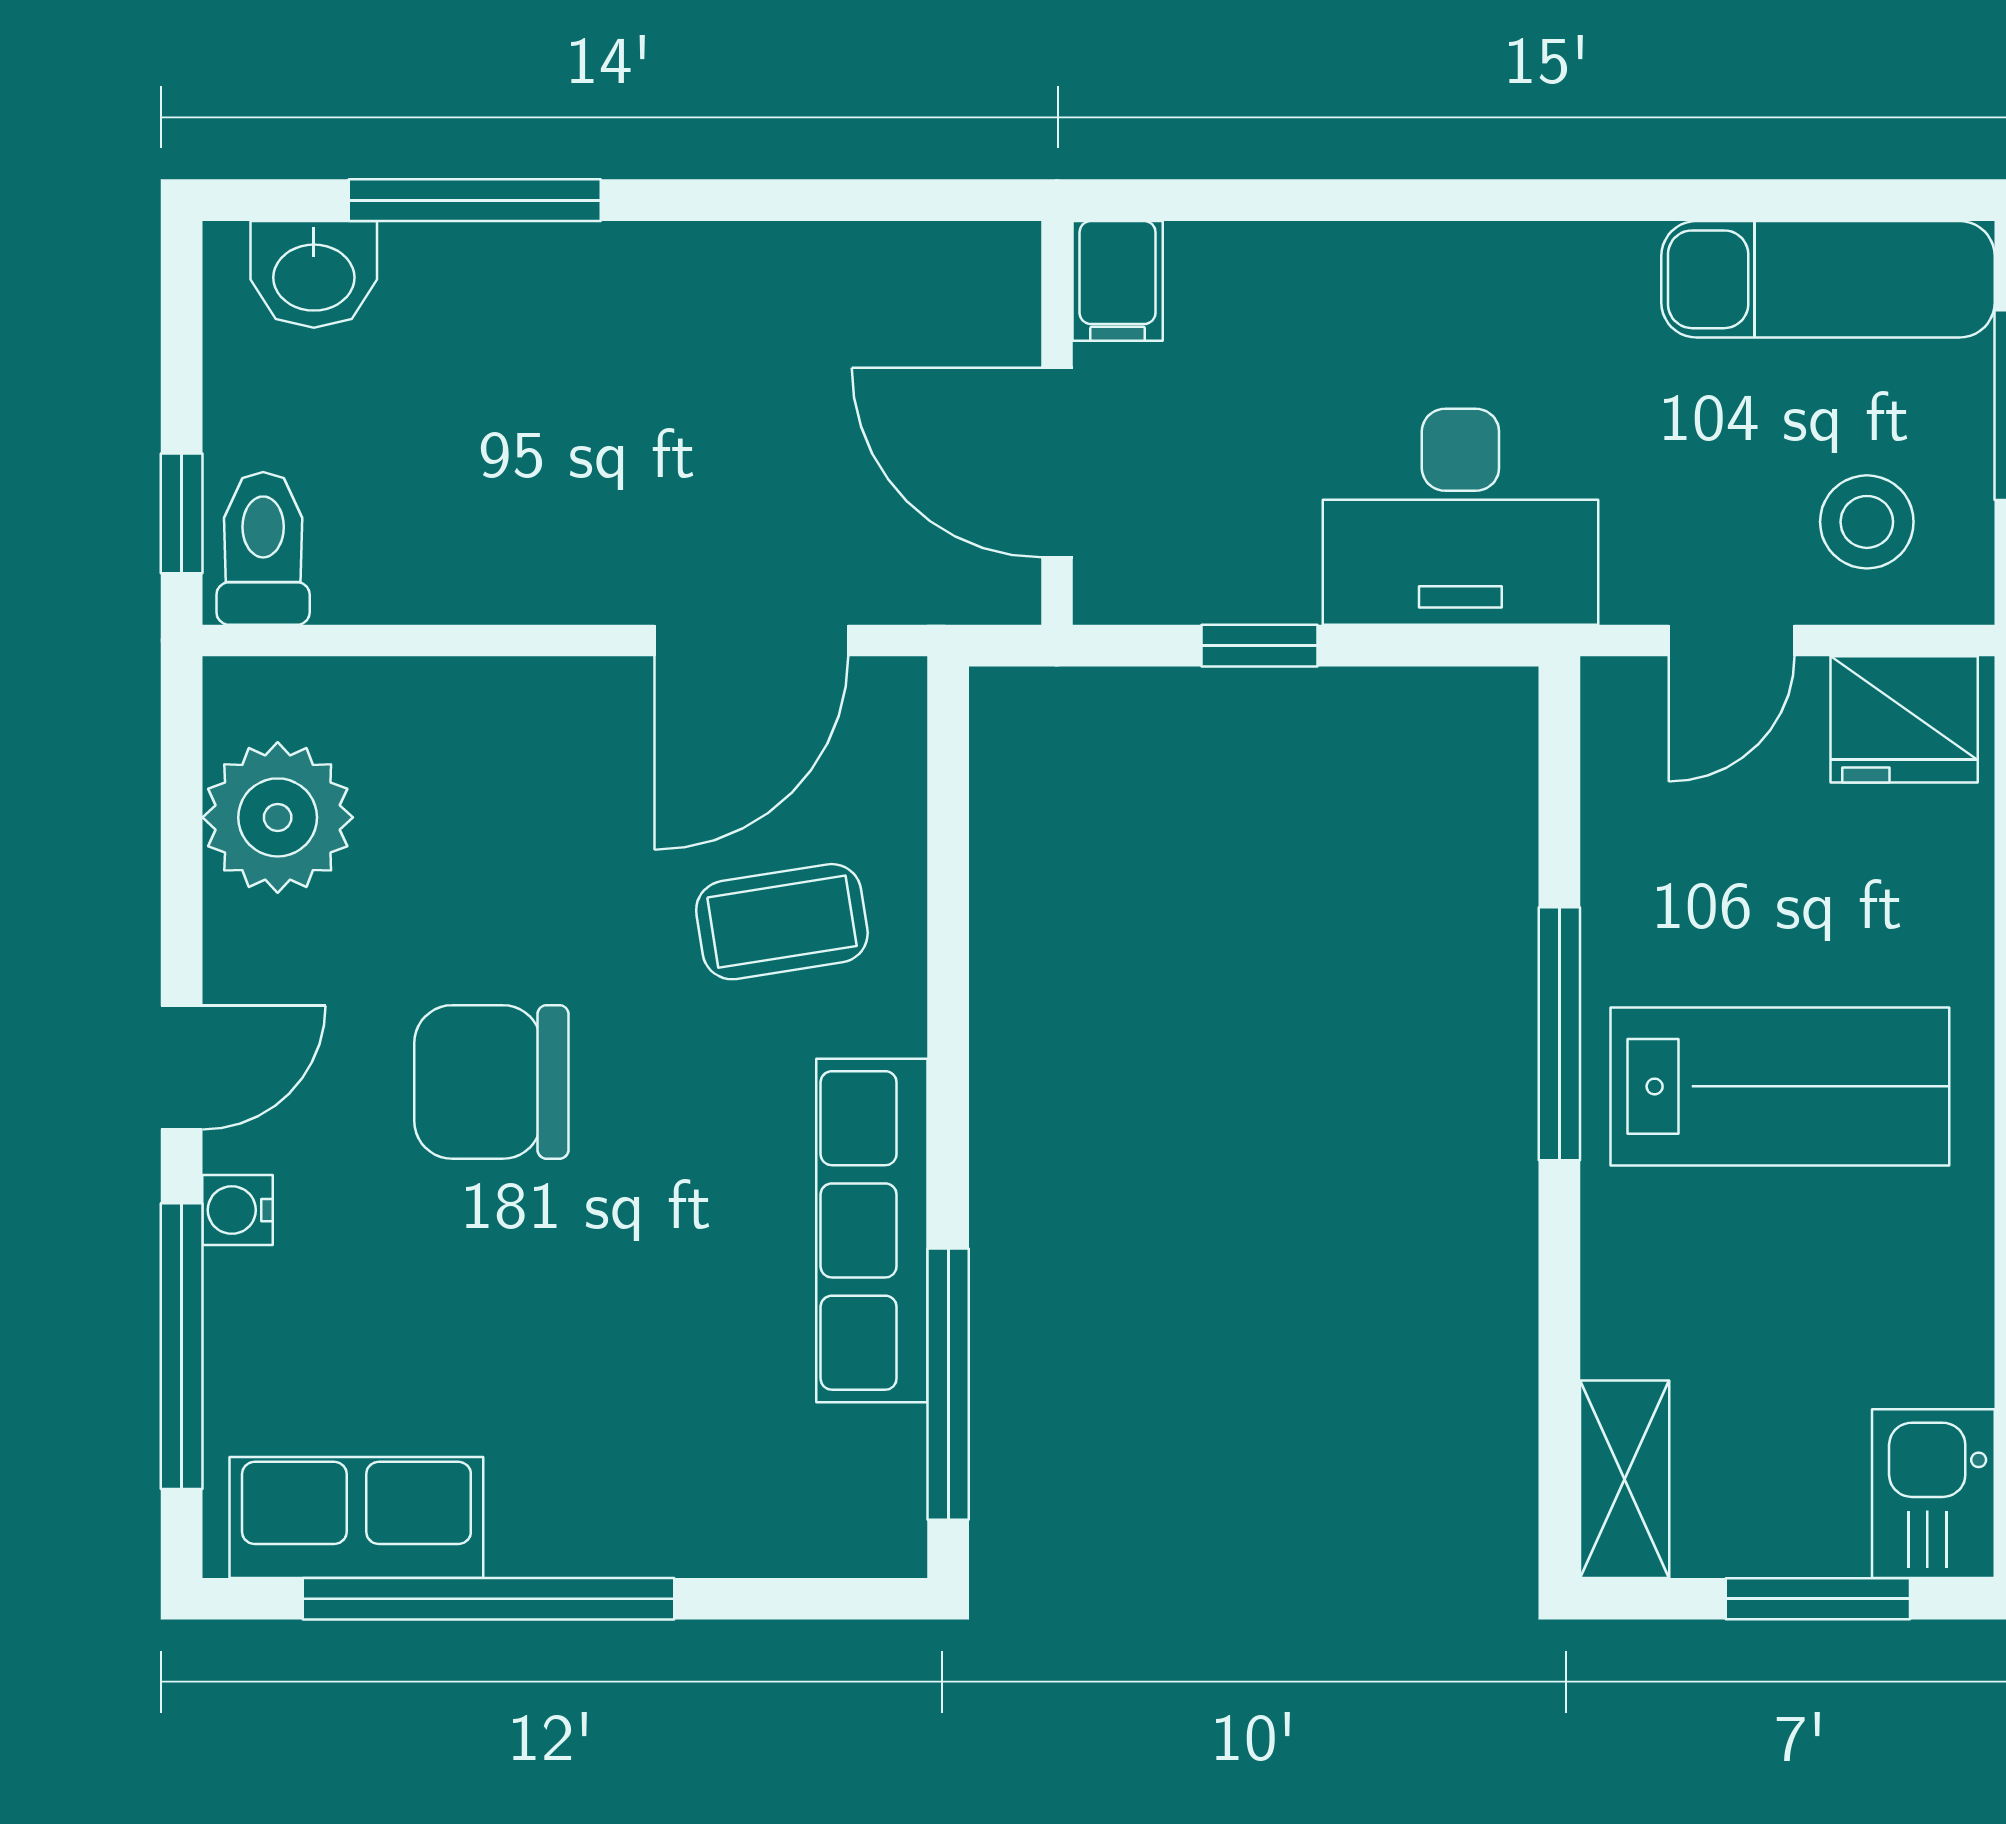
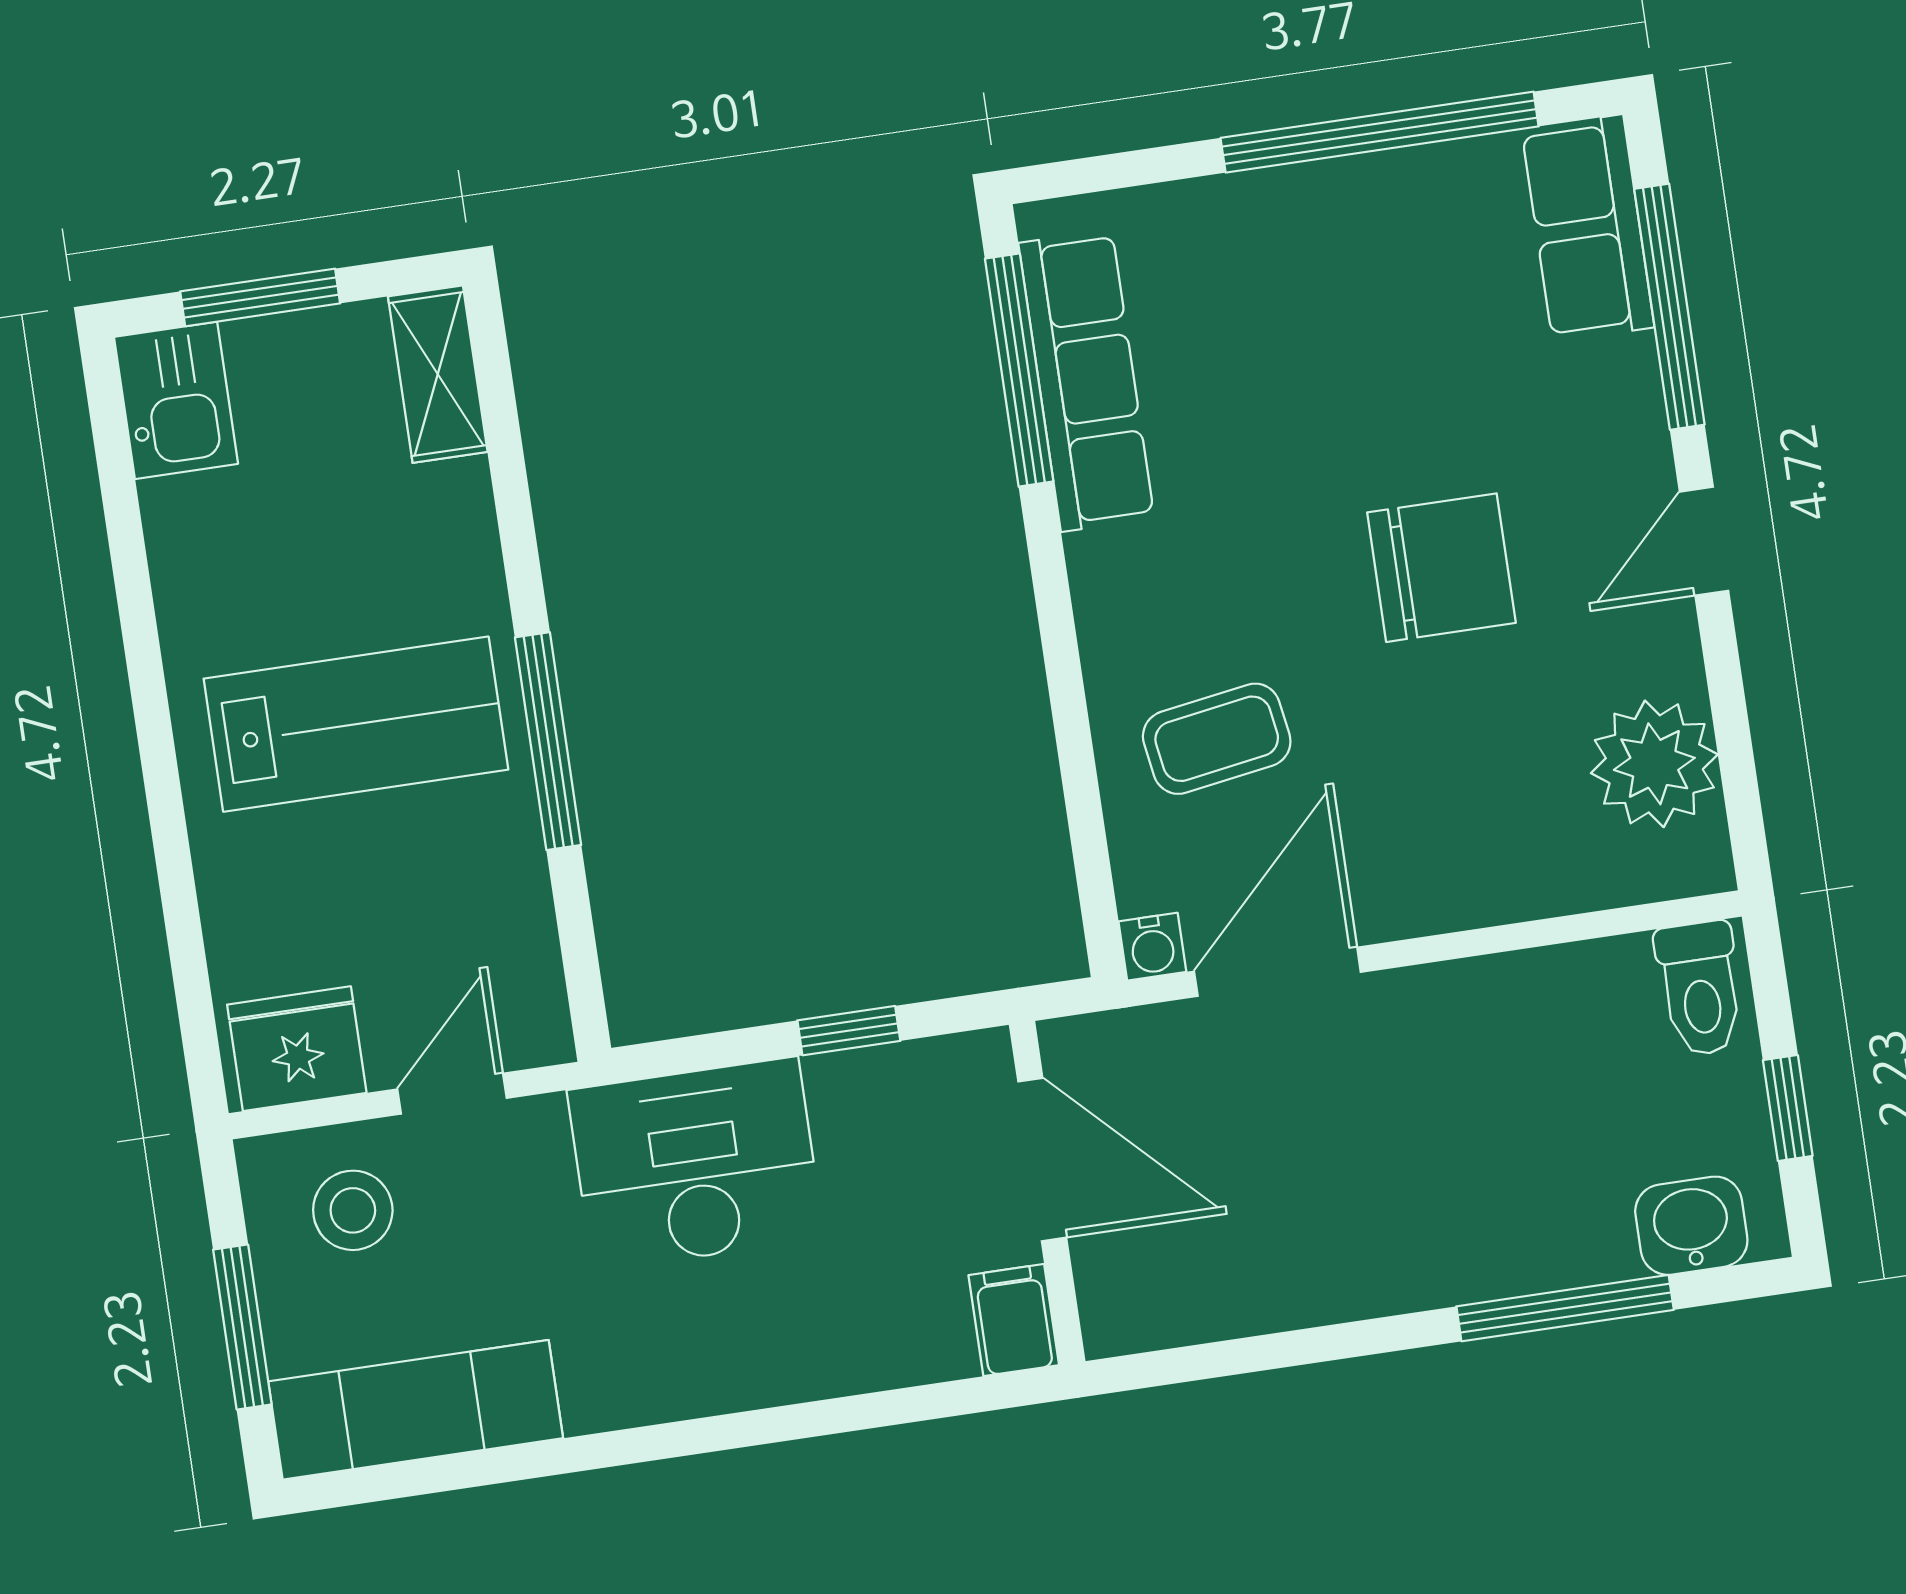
window: (182, 513) -> (1788, 1108), moved
lab bench: (1780, 1086) -> (356, 724), turned 180
water cooler: (237, 1210) -> (1152, 947), moved, turned 90
row of seats: (872, 1230) -> (1086, 381), moved
row of seats: (356, 1517) -> (1588, 228), moved, turned 90

